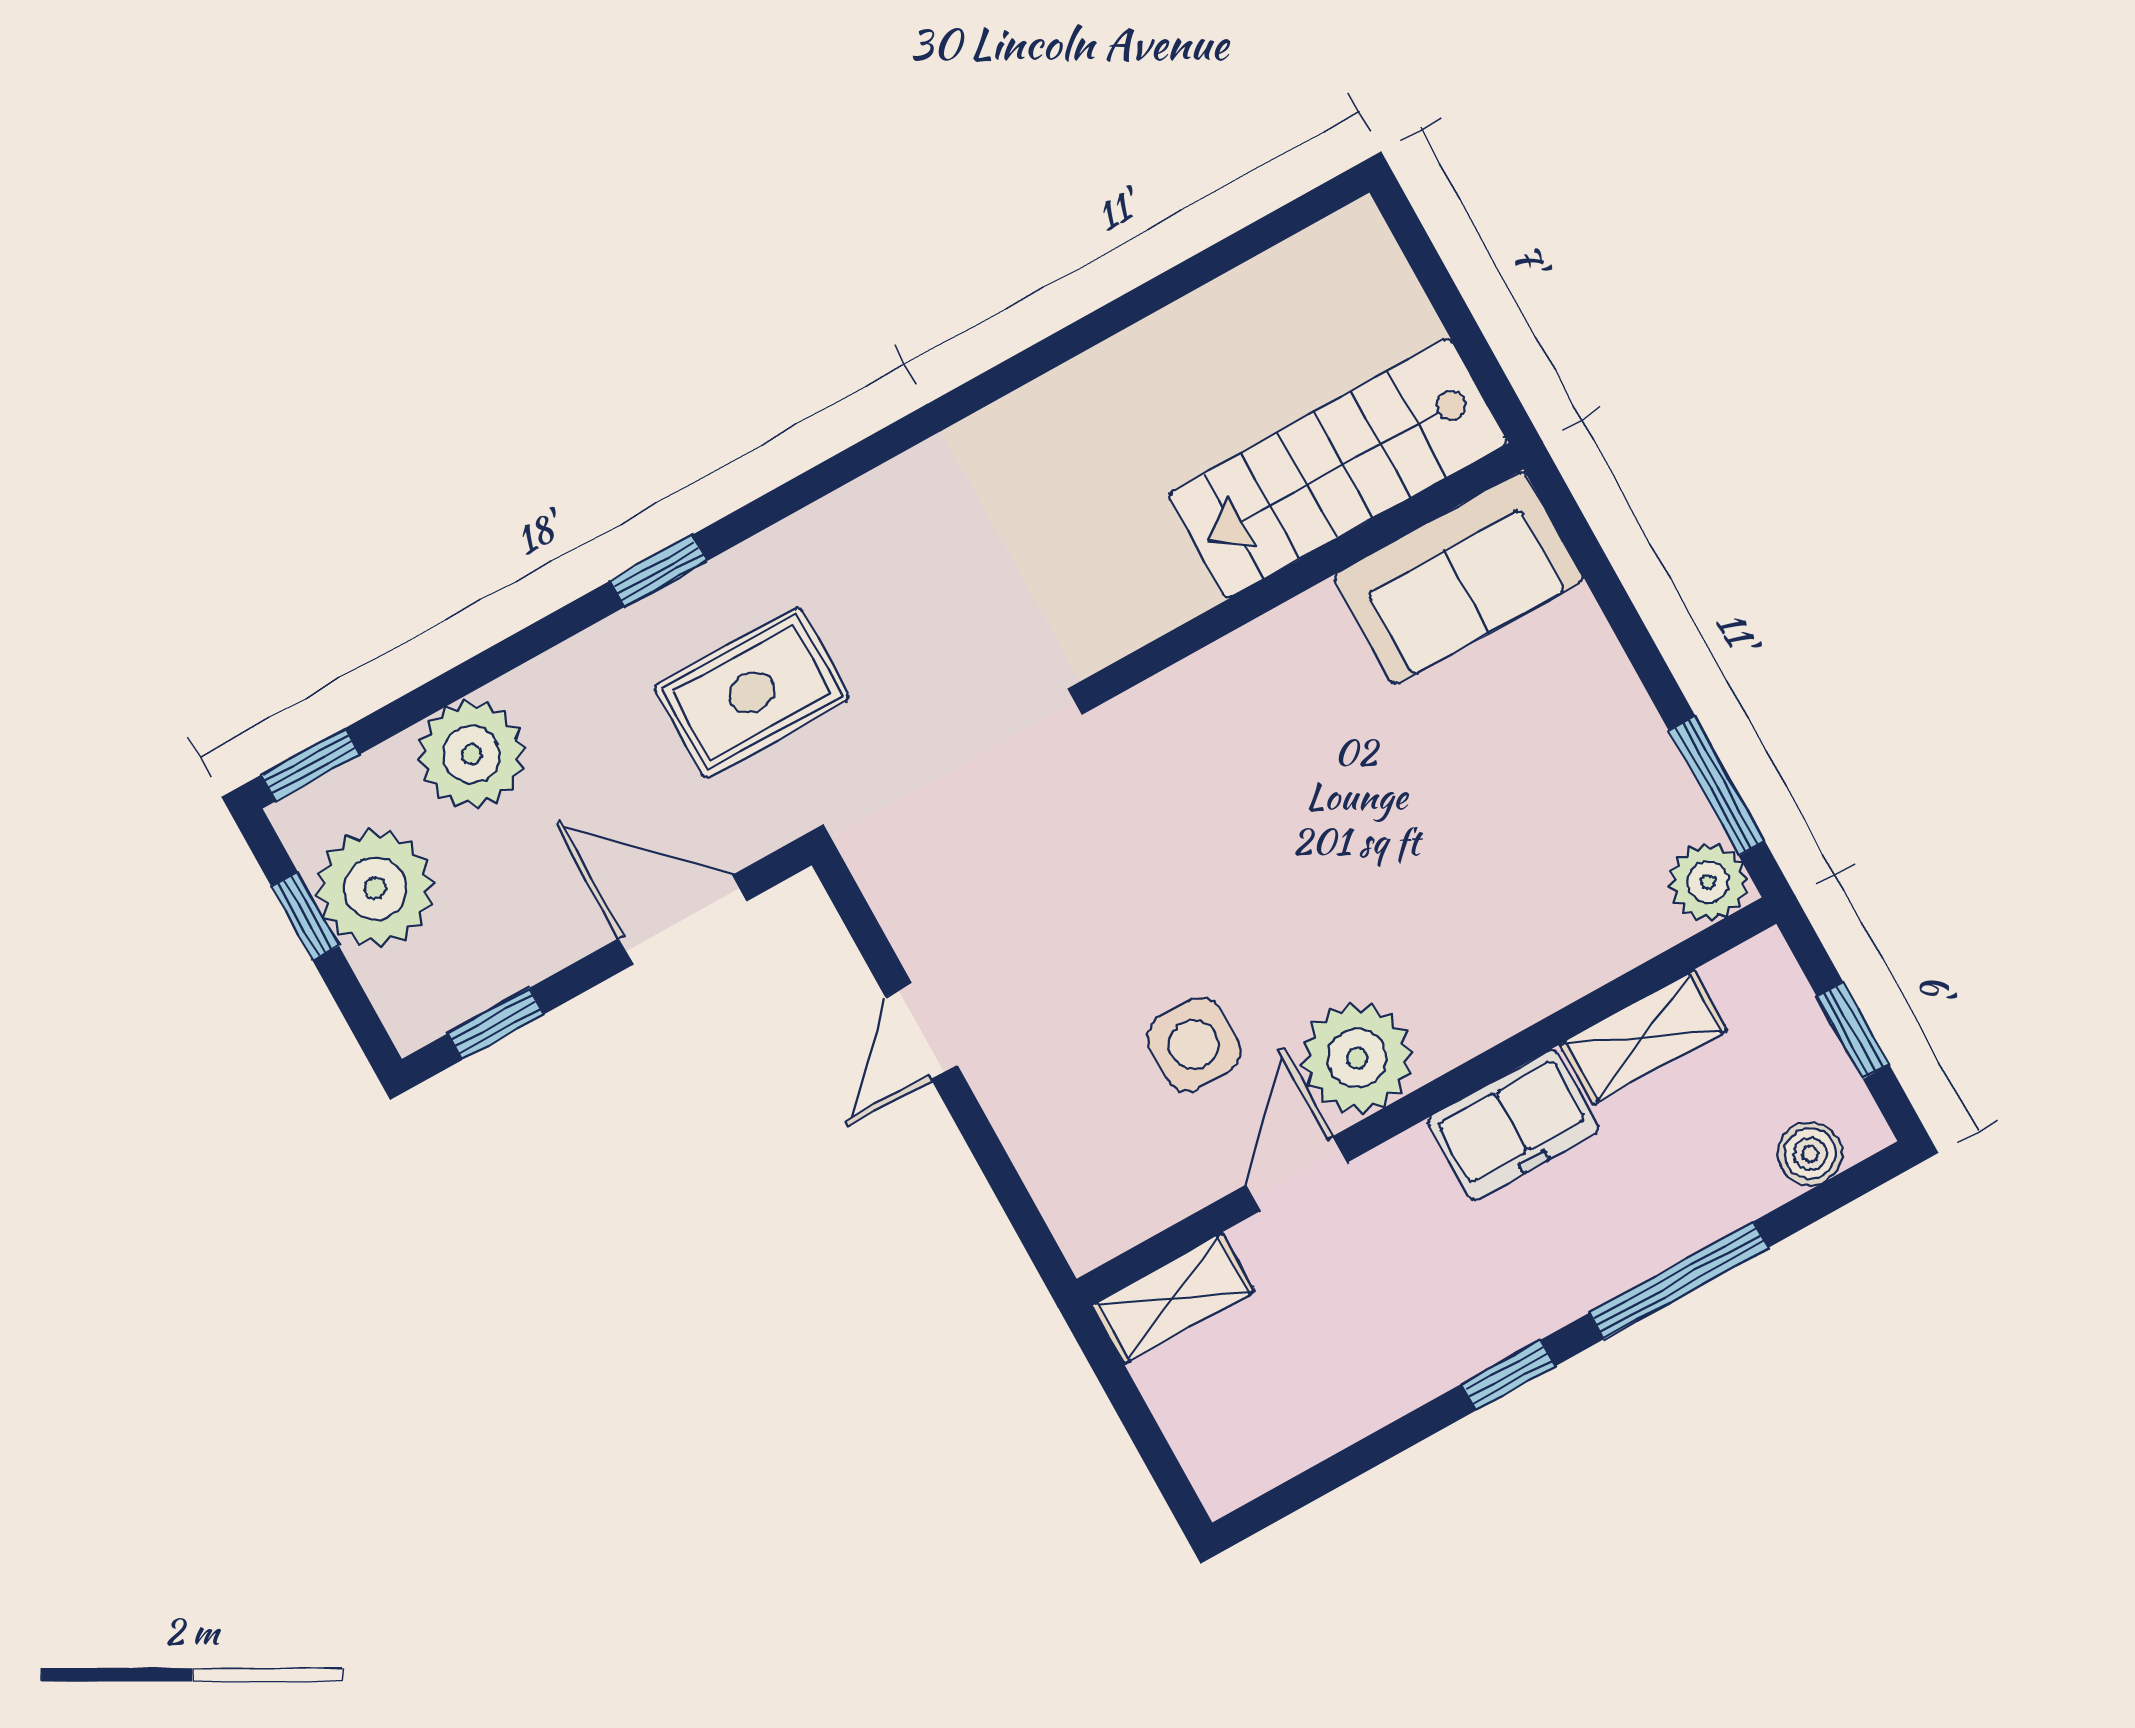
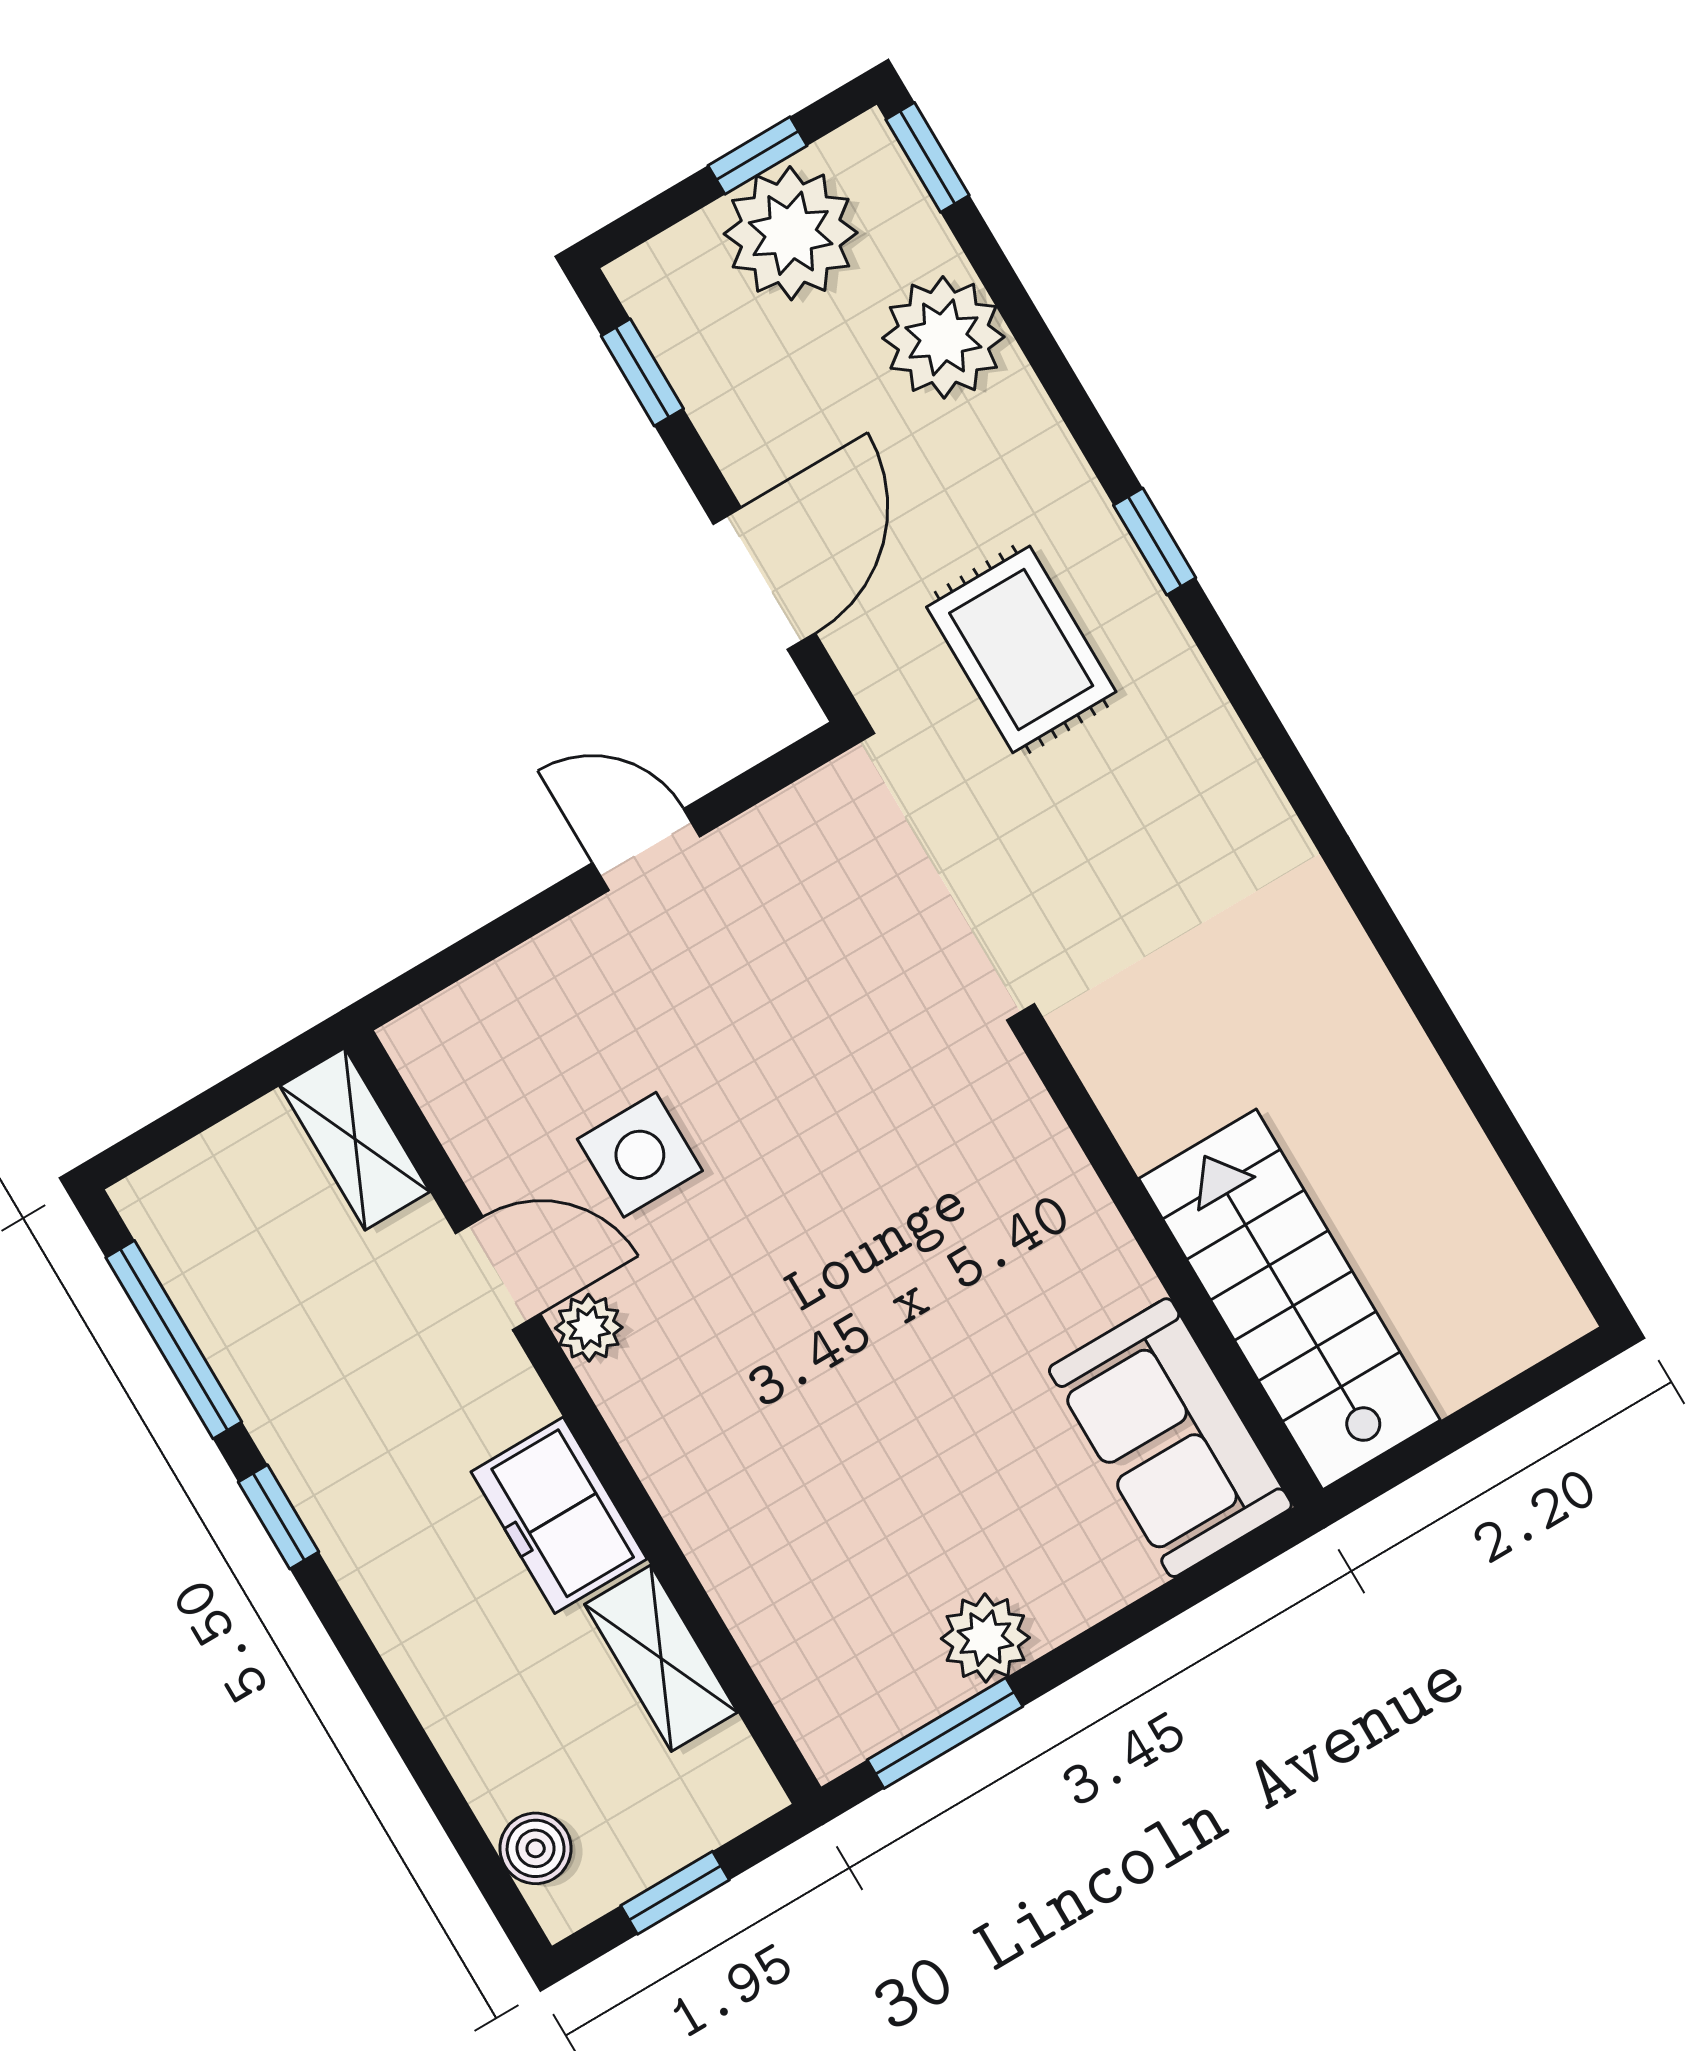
plant: (1708, 882) -> (985, 1638), moved
plant: (1357, 1058) -> (589, 1328), width x0.53, depth x0.53
window: (1679, 1280) -> (174, 1340), moved

